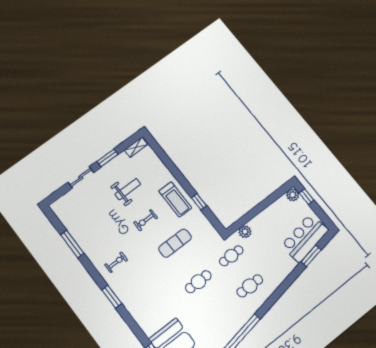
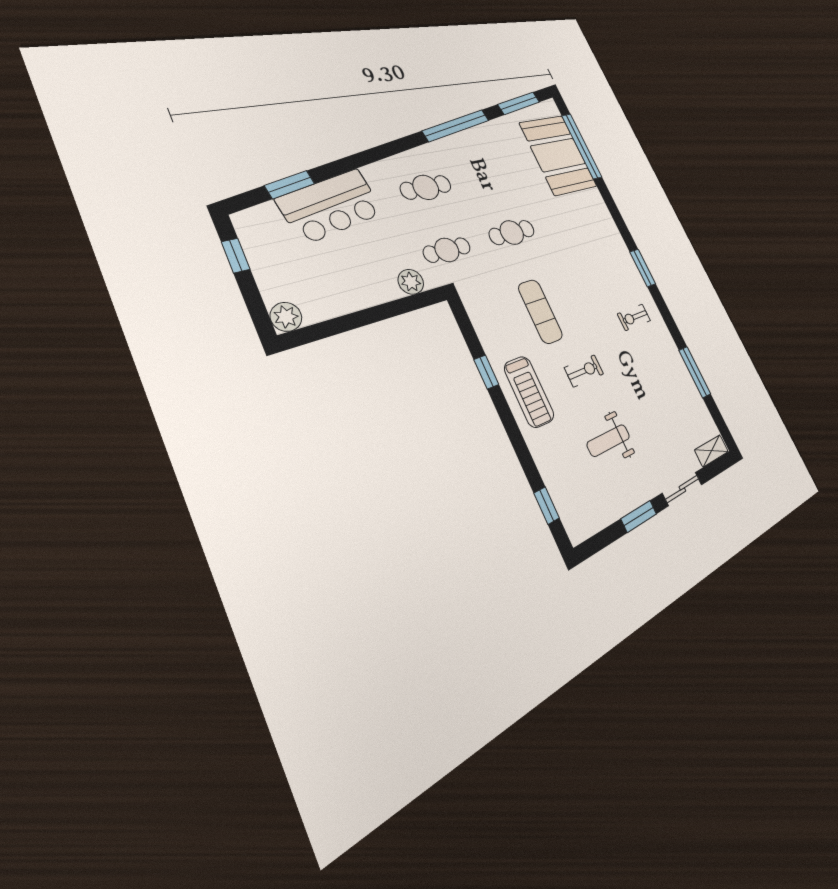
shelving: (136, 147) -> (711, 451), moved
window: (159, 151) -> (547, 506), added
window: (307, 197) -> (236, 256), moved
treadmill: (175, 199) -> (529, 392), turned 180
bar counter: (305, 238) -> (331, 206), moved
exercise mat: (175, 243) -> (540, 311), turned 90

